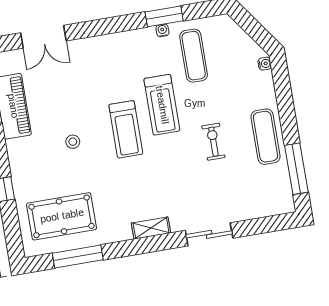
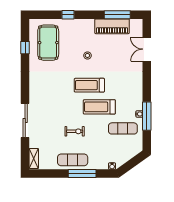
window: (164, 16) -> (147, 116), width x1.44
window: (296, 169) -> (82, 174), moved
shelving: (151, 228) -> (34, 158), moved
sliding door: (209, 234) -> (25, 121), width x1.37
window: (78, 257) -> (25, 48), width x0.46

